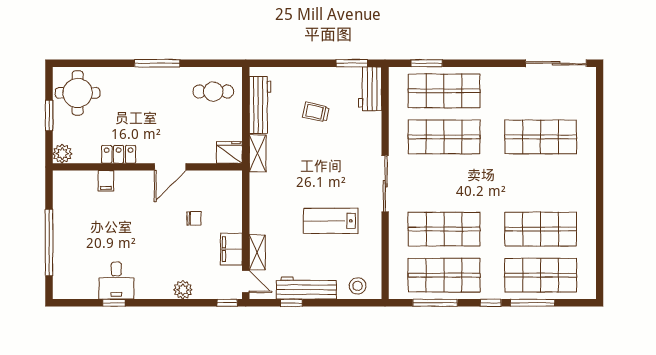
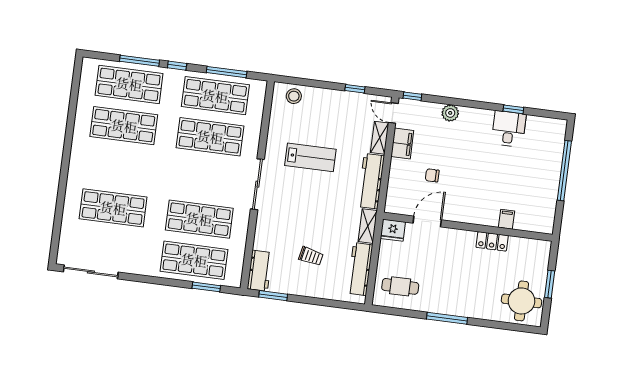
plant: (62, 154) -> (542, 248), removed
door: (170, 167) -> (427, 221), moved
workbench: (306, 288) -> (371, 181), moved, turned 90

